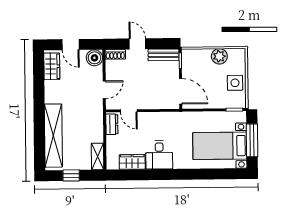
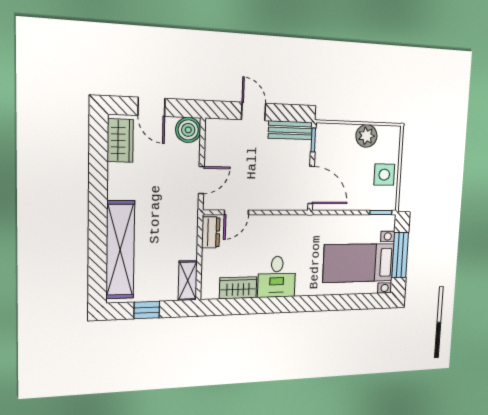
shoe rack: (115, 54) -> (220, 126), removed
door: (129, 111) -> (236, 212), hinge flipped

